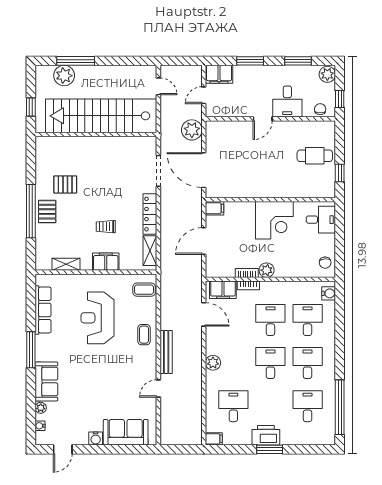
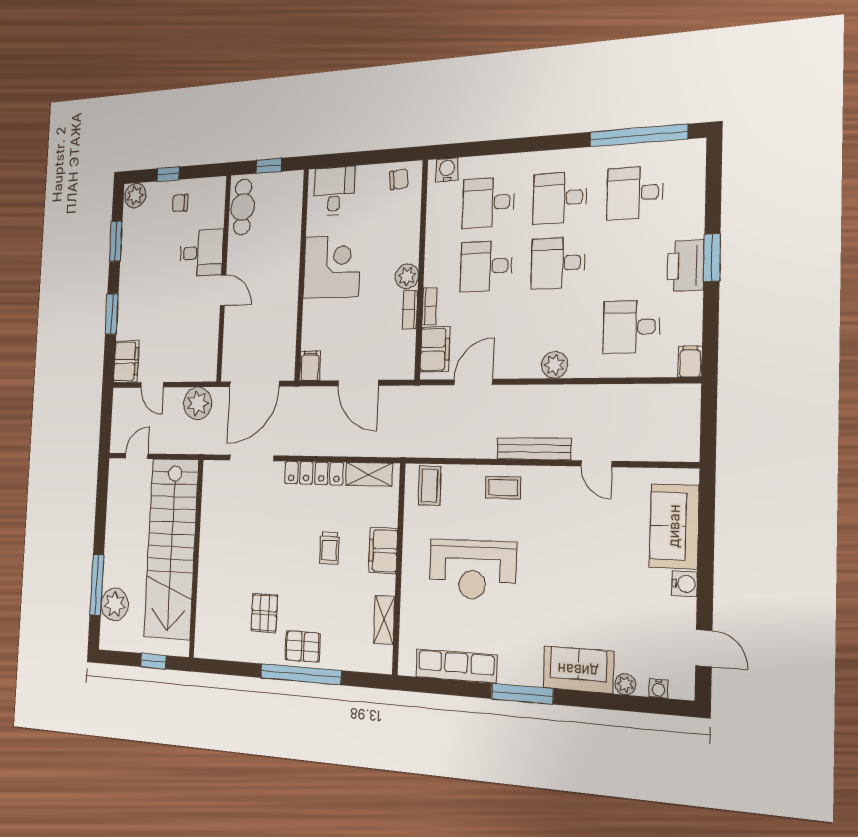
desk: (287, 102) -> (201, 253), moved
door: (263, 119) -> (223, 290), moved
wall: (270, 119) -> (224, 278), moved

